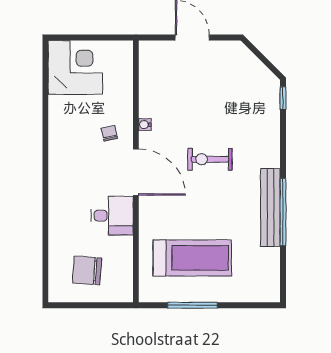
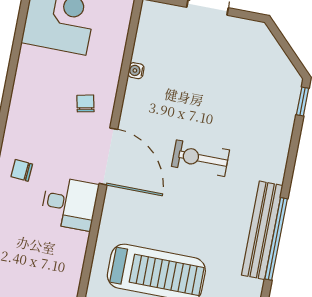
water cooler: (145, 125) -> (136, 71), moved
chair: (87, 270) -> (22, 170), moved, width x0.54, depth x0.54

